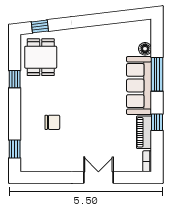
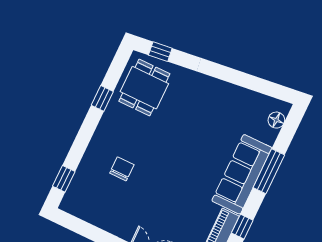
floor lamp: (145, 49) -> (276, 120), moved
chair: (52, 122) -> (122, 169), turned -90

